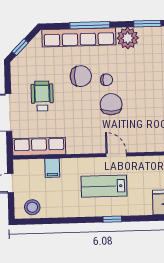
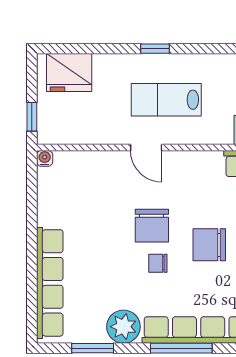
chair: (81, 76) -> (209, 245), moved
lab bench: (104, 186) -> (166, 100), turned 180

